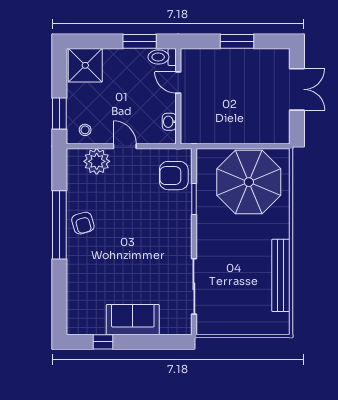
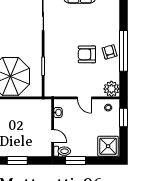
plant: (97, 161) -> (111, 89), moved
armchair: (174, 176) -> (87, 54), moved, turned 180

